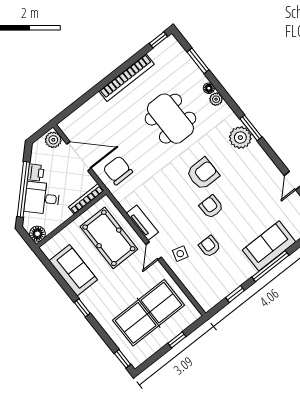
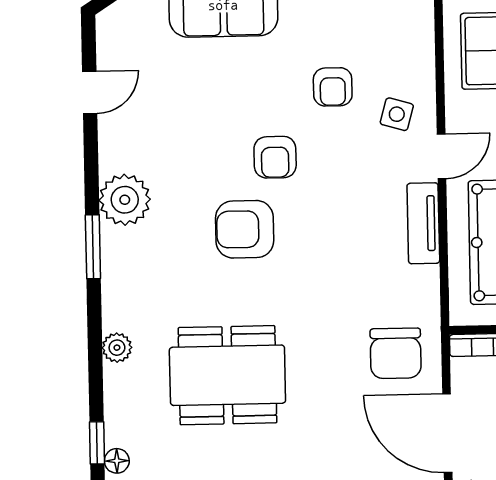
window: (198, 61) -> (97, 443), width x0.67
floor lamp: (209, 88) -> (117, 461), moved
dining table: (170, 119) -> (227, 375), turned 90
plant: (240, 138) -> (125, 200), moved

